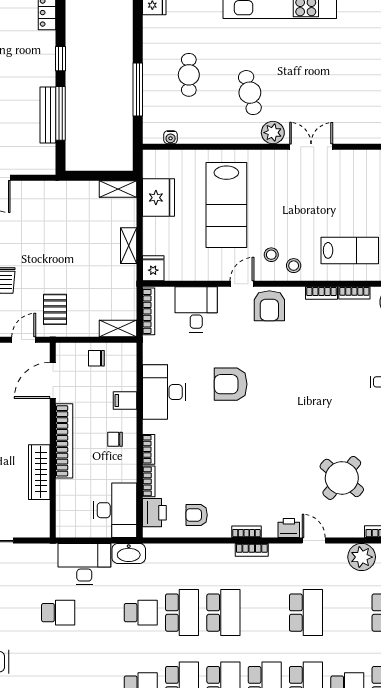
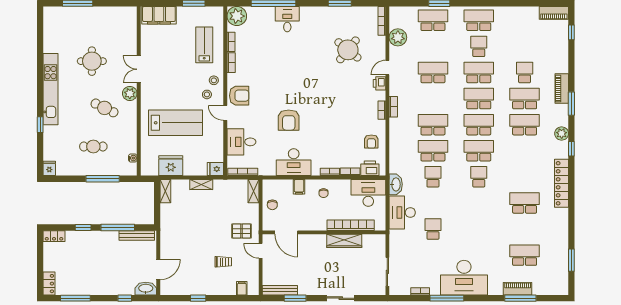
round table: (324, 73) -> (92, 61), added
cafe table: (250, 93) -> (105, 108), turned 40
bench: (48, 115) -> (137, 236), moved
bookcase: (64, 441) -> (351, 225), moved

